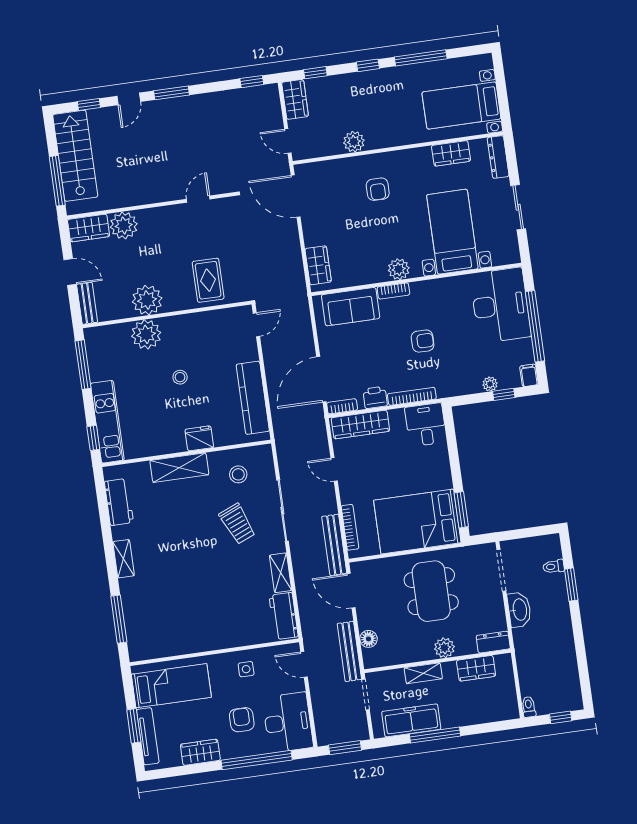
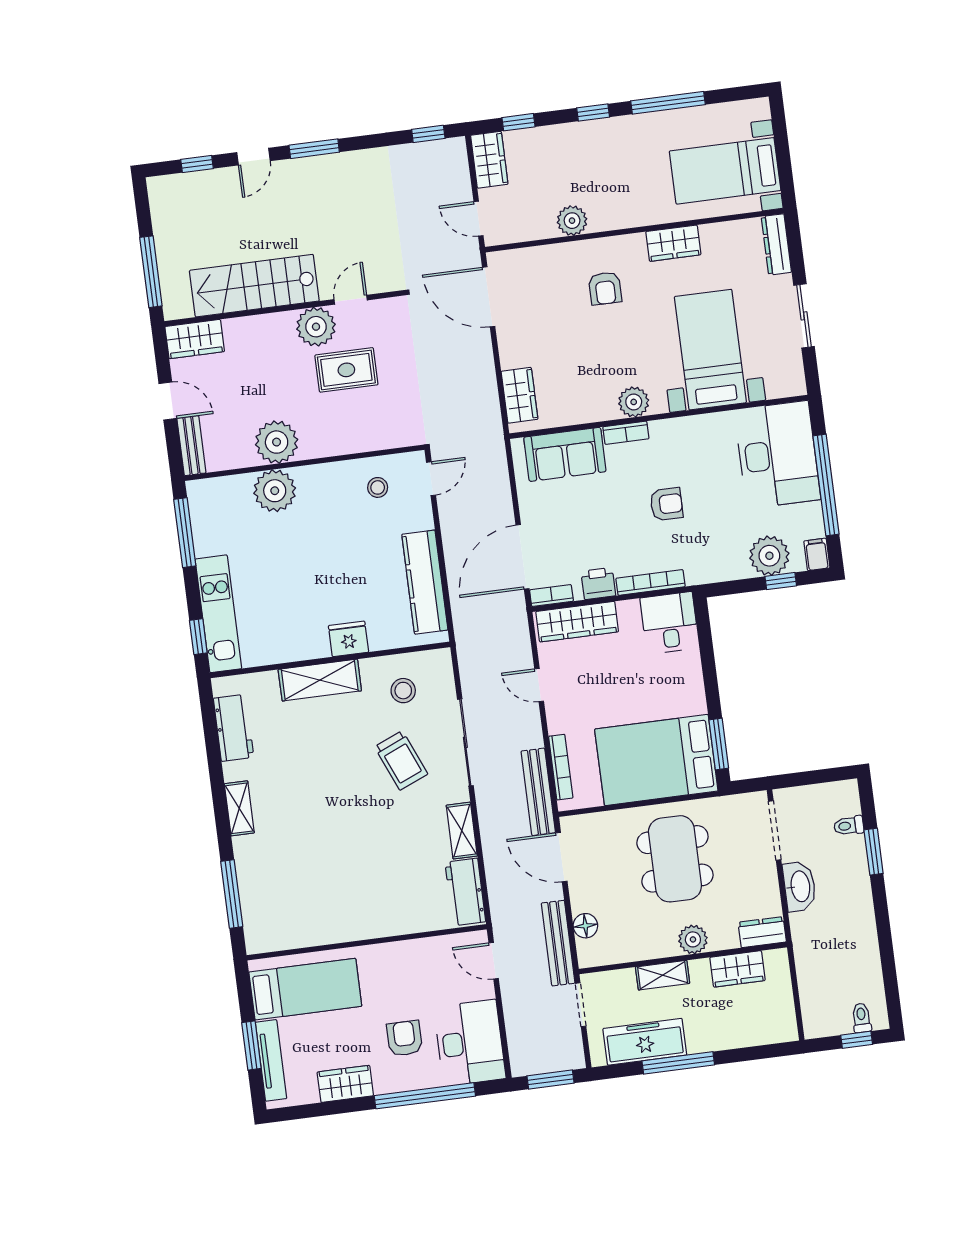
wardrobe: (451, 153) -> (673, 243), moved
stairs: (75, 156) -> (254, 286), moved, turned -90
plant: (124, 225) -> (316, 327), moved
rug: (208, 280) -> (346, 370), moved, turned 90
stool: (180, 377) -> (378, 487), moved
plant: (490, 384) -> (769, 556), width x1.88, depth x1.88
side table: (246, 669) -> (411, 967), removed
toilet: (529, 707) -> (861, 1018), moved

